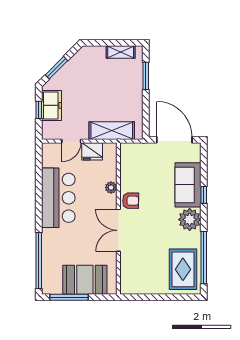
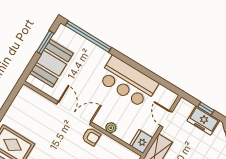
fridge: (92, 151) -> (141, 142), moved
armchair: (131, 201) -> (91, 137), turned -91
window: (69, 297) -> (45, 42), width x0.69

